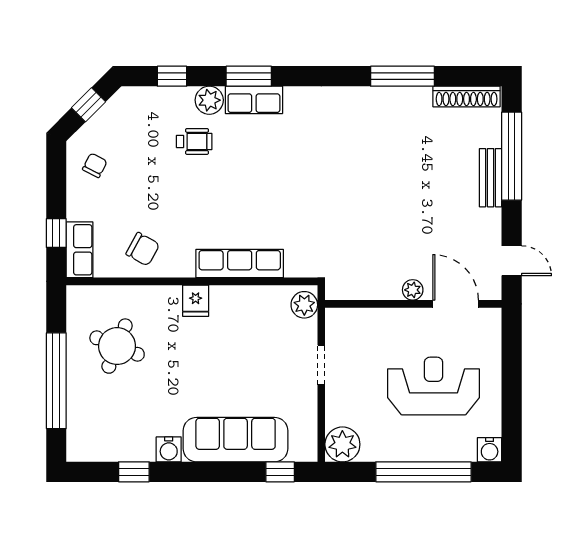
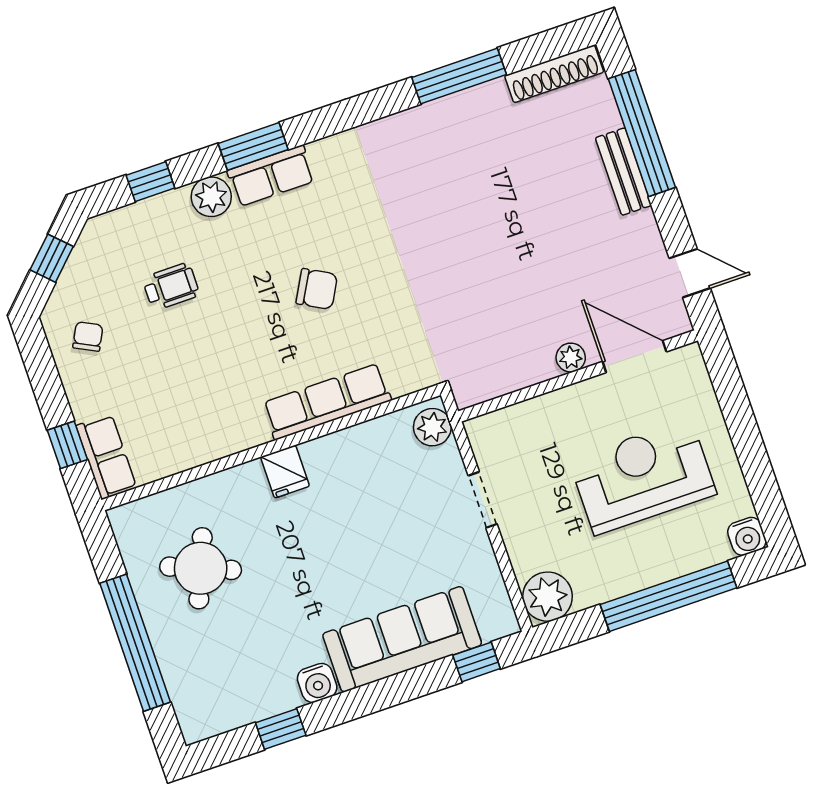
wheelchair: (194, 141) -> (171, 287), moved
chair: (143, 249) -> (317, 289), moved

